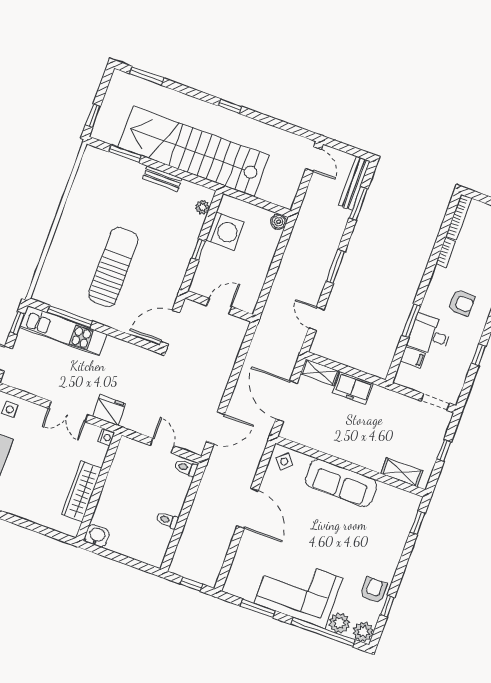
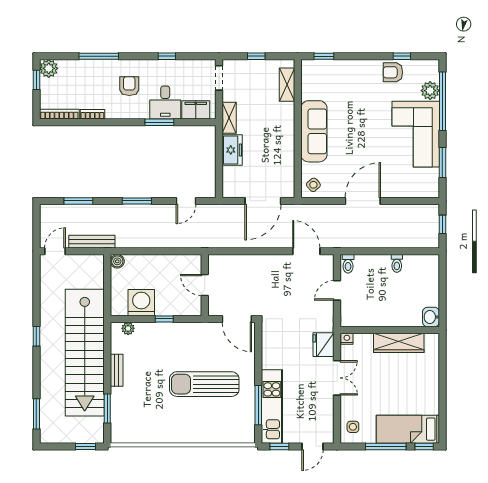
bench: (354, 183) -> (92, 242), moved
filing cabinet: (413, 357) -> (196, 110), width x2.00
shelving: (320, 372) -> (229, 118), moved
plant: (363, 632) -> (430, 68), removed

